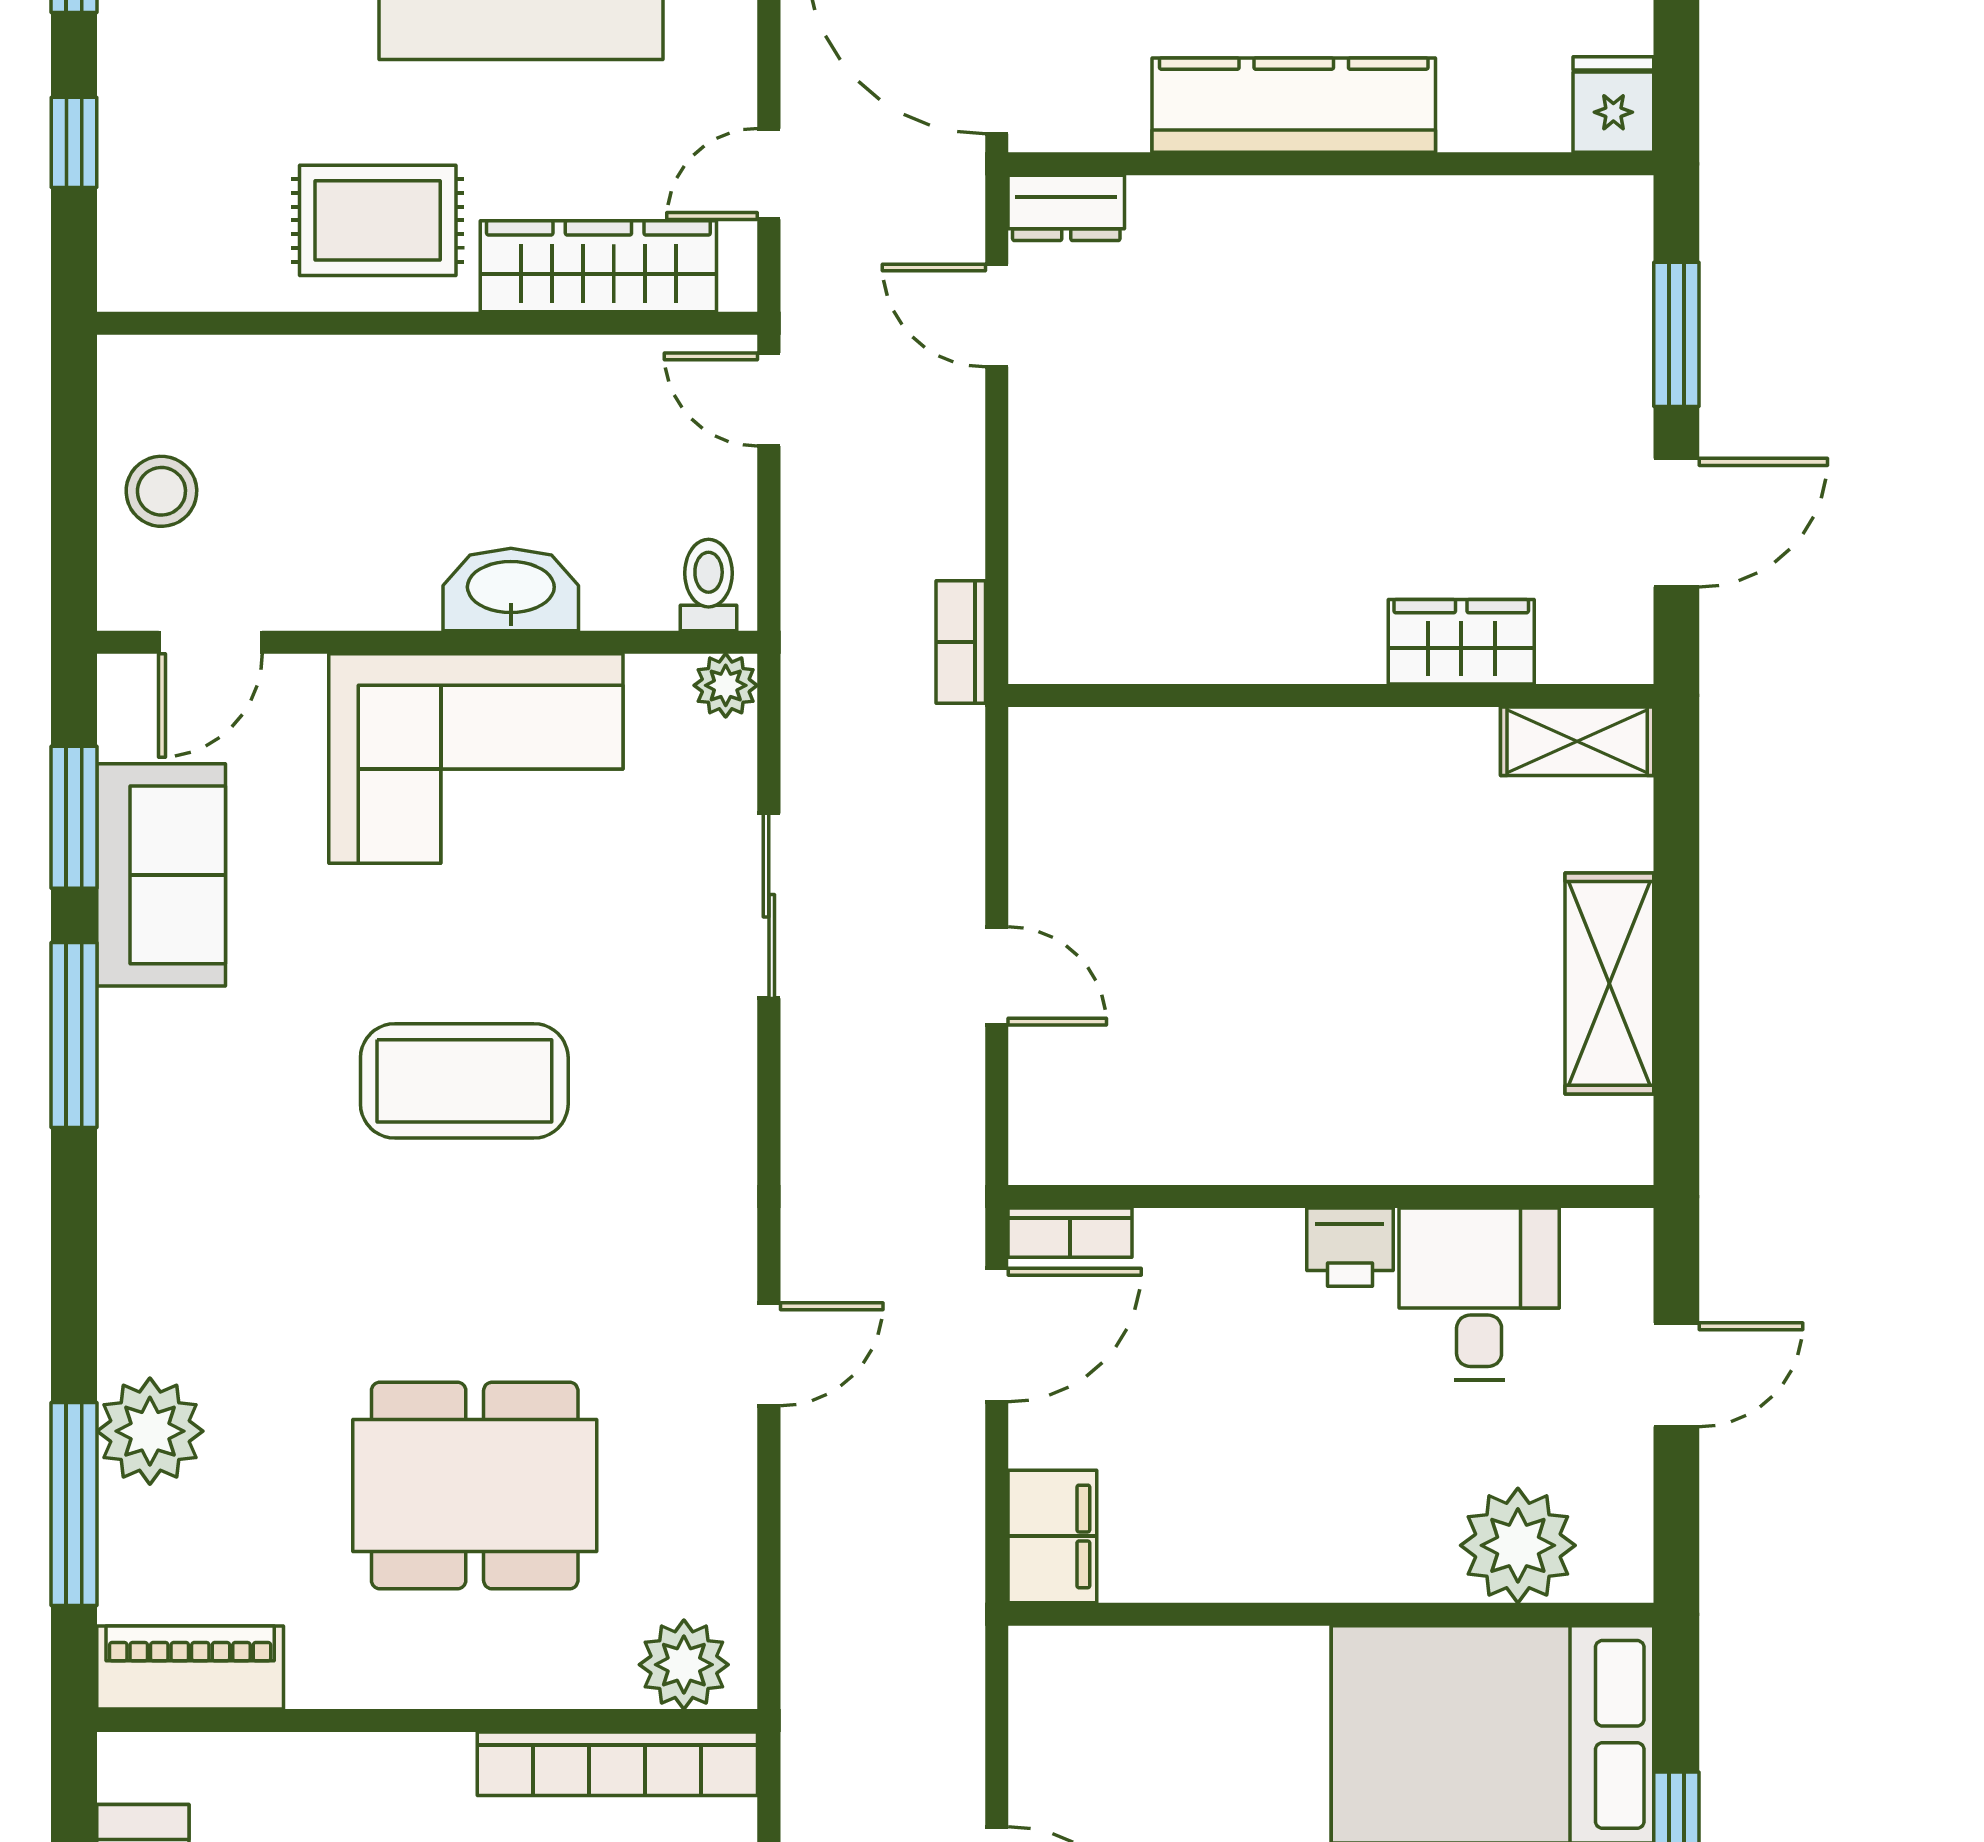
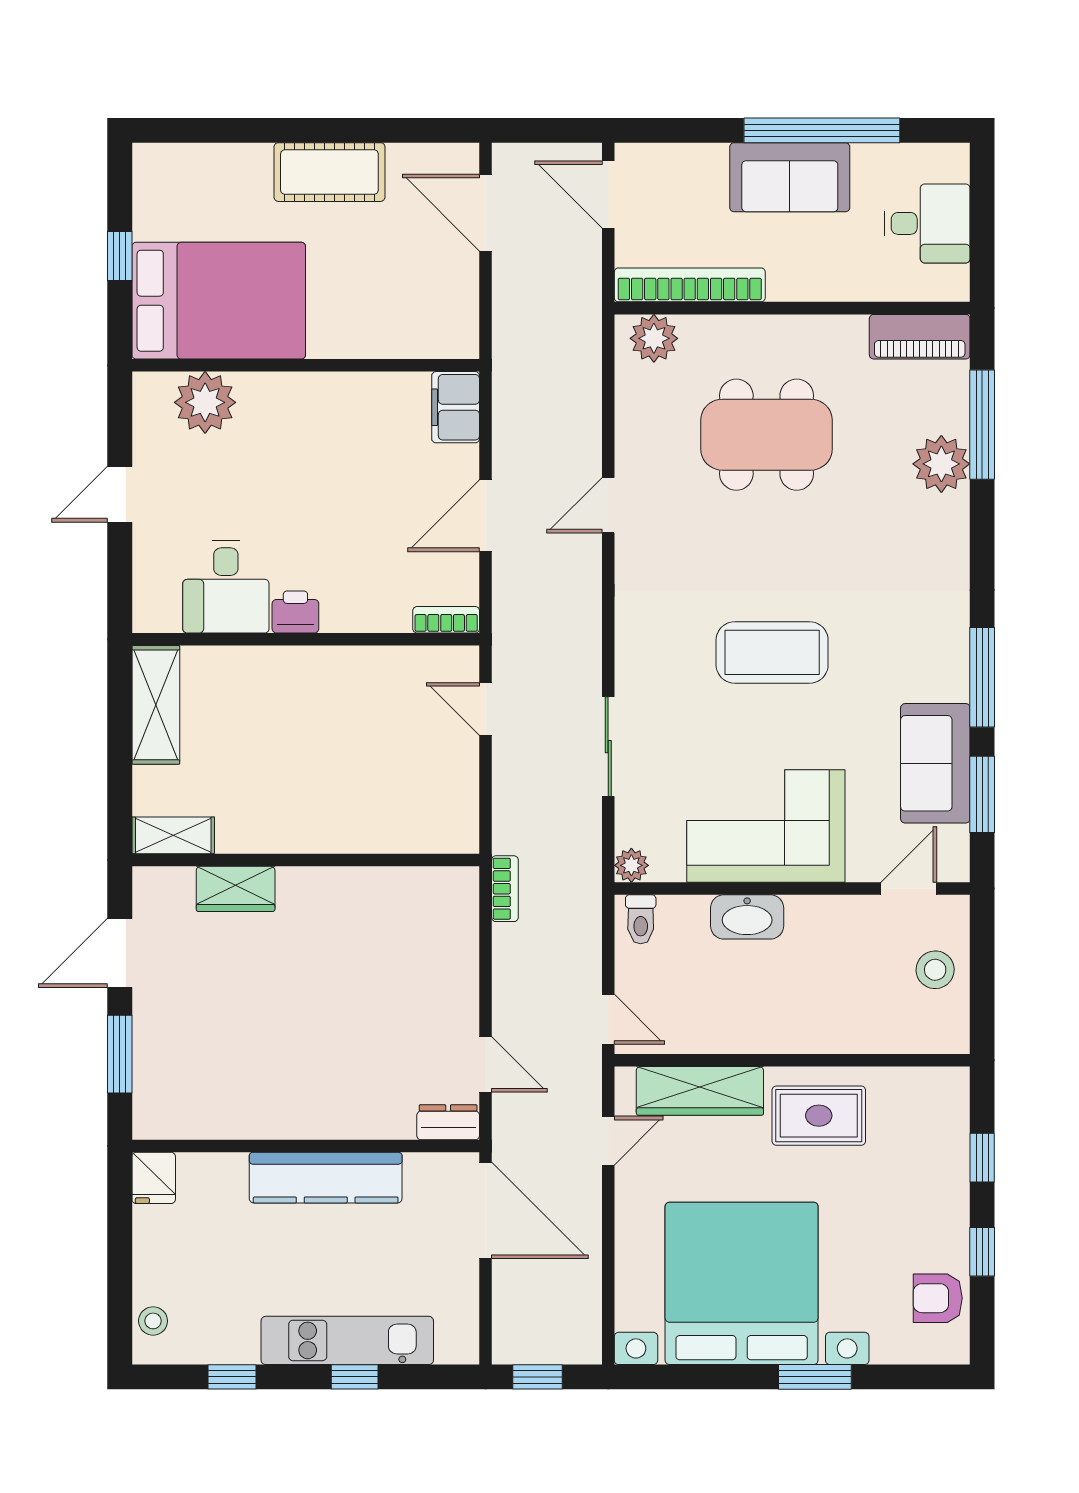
wall: (1331, 1197) -> (306, 639), moved
bookcase: (1070, 1233) -> (446, 620), moved
printer: (1350, 1247) -> (295, 612), moved
desk: (1479, 1294) -> (226, 587), moved

